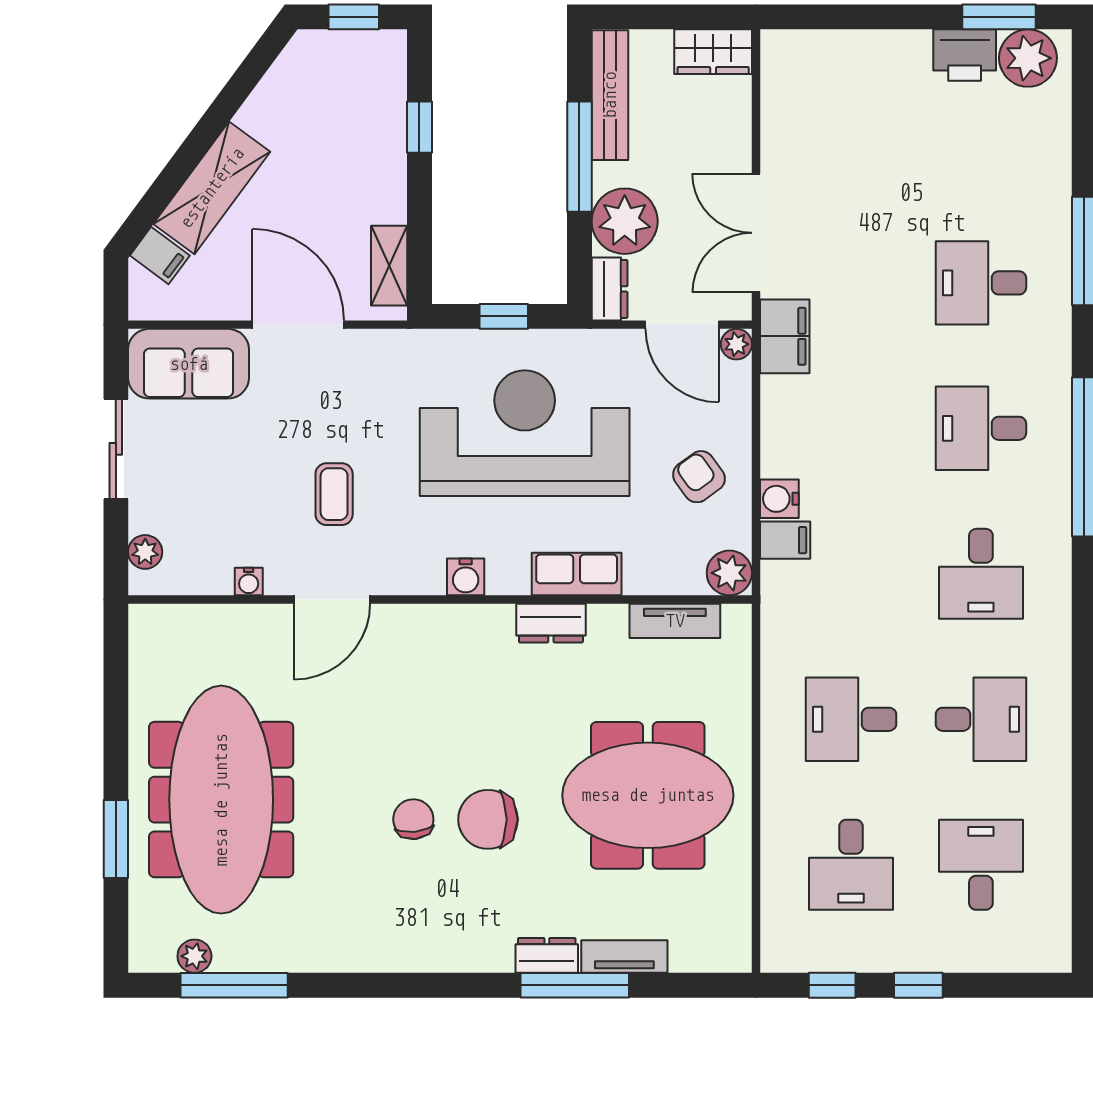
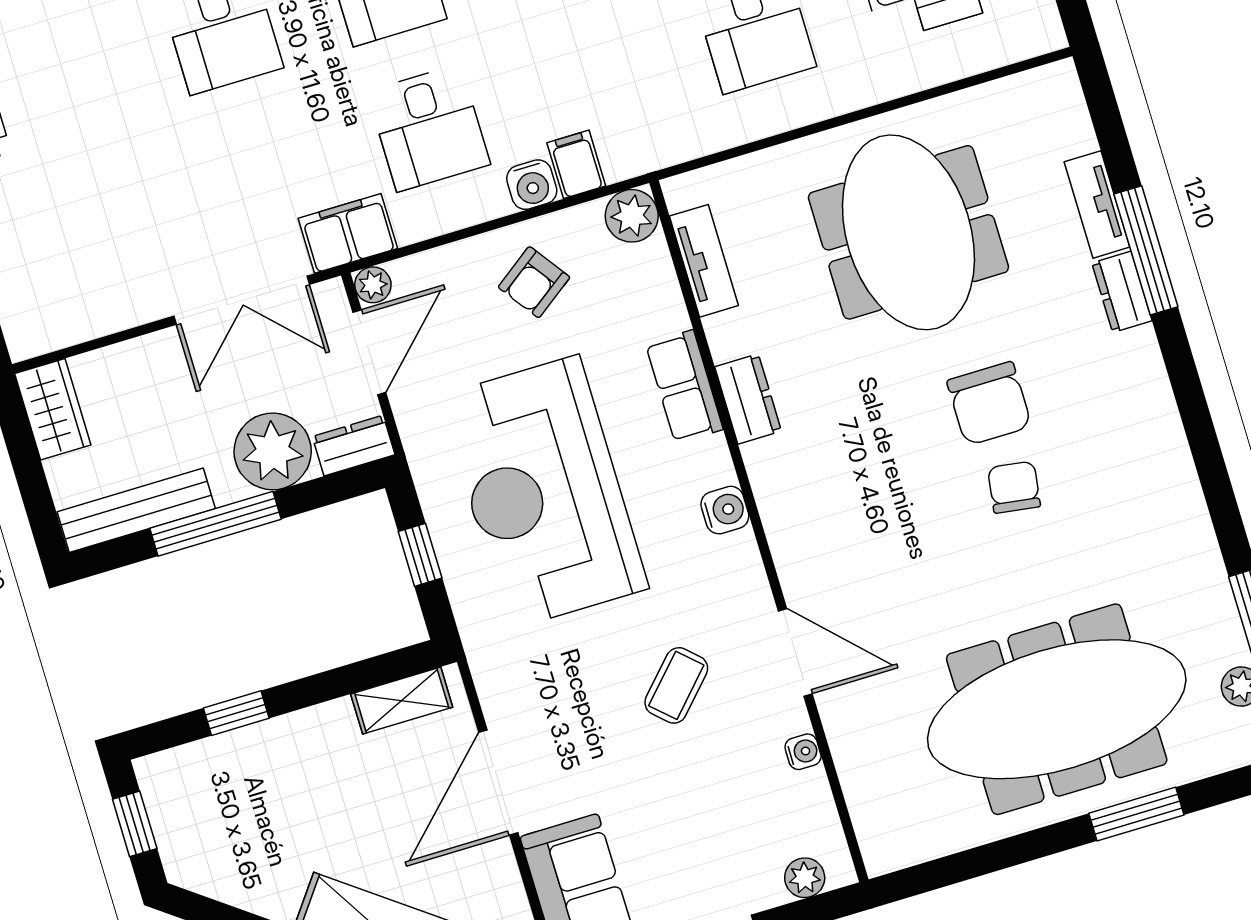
desk: (851, 428) -> (429, 128), added
coffee table: (334, 494) -> (676, 685), turned -47
chair: (413, 819) -> (1014, 487), turned 104

